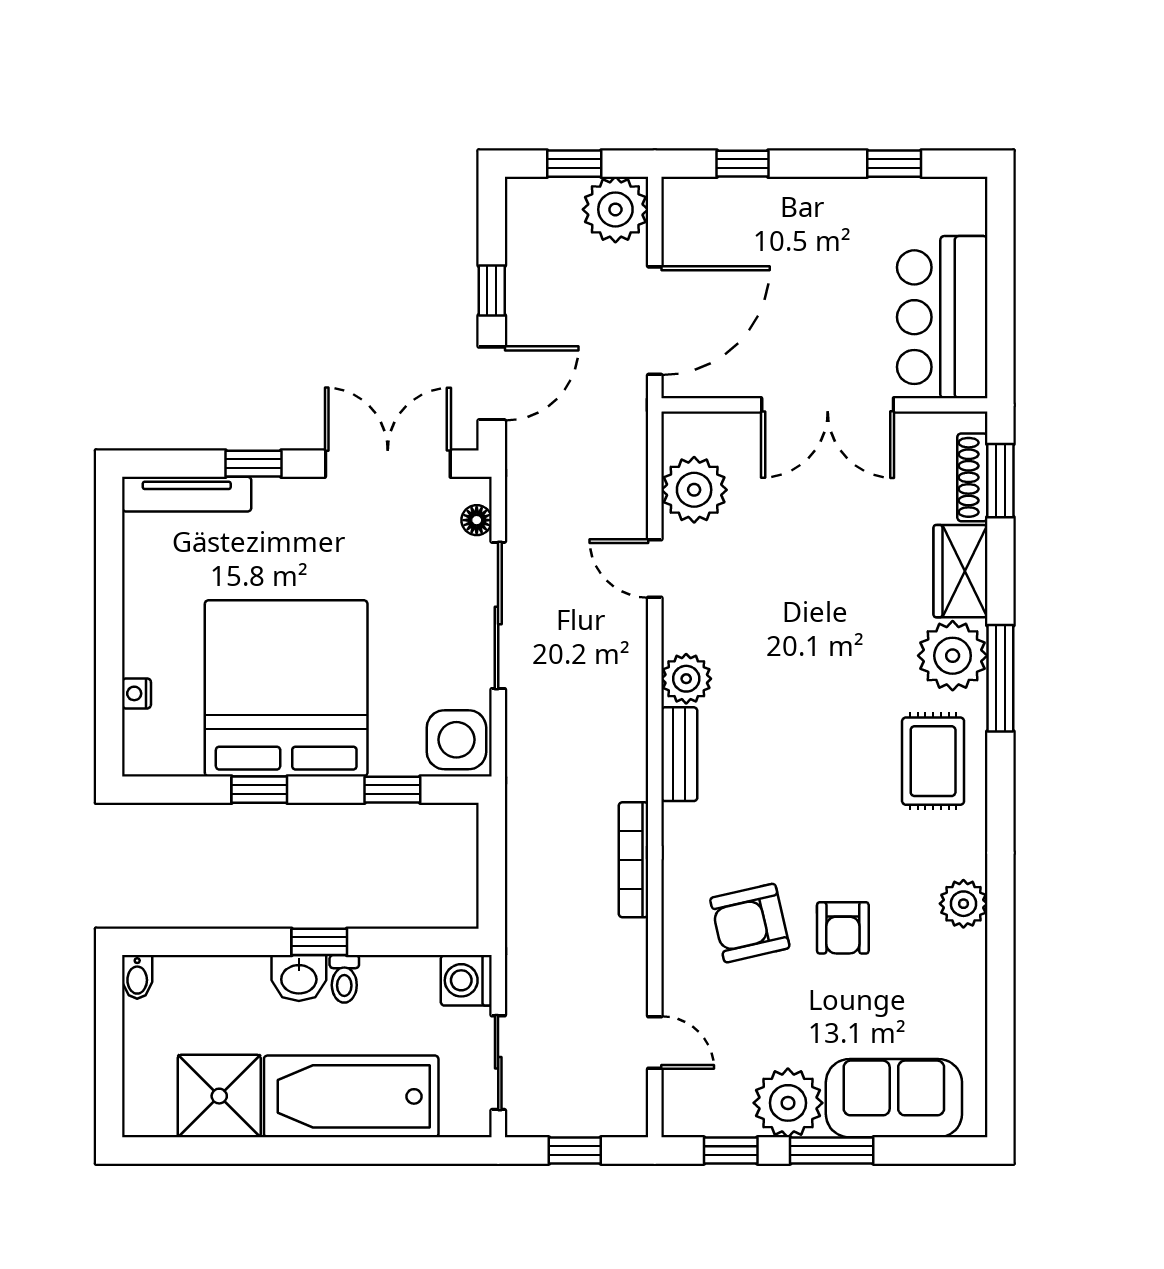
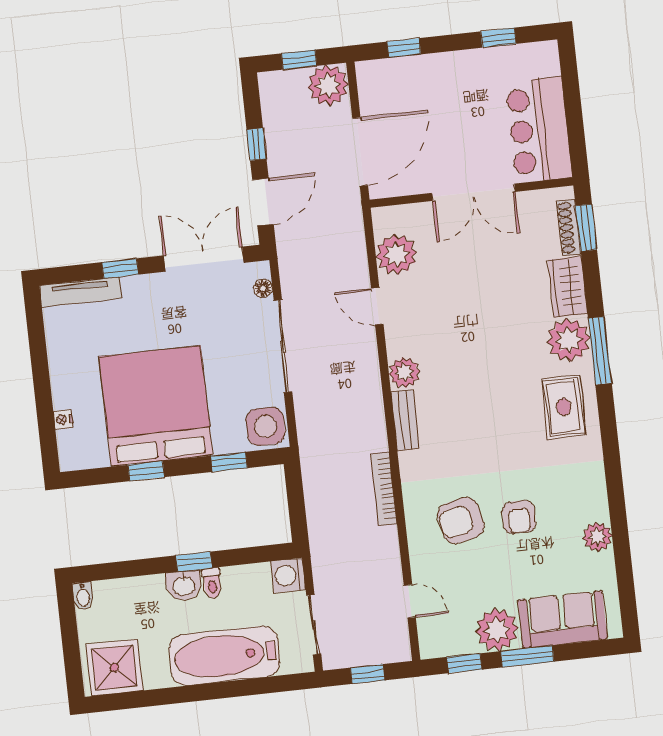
plant: (963, 904) -> (597, 537), moved
shower: (219, 1096) -> (114, 668), moved

